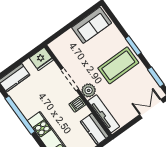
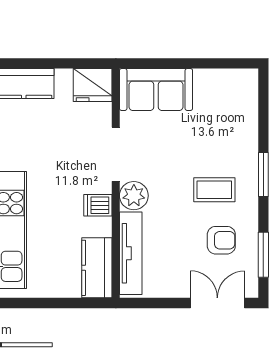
sofa: (92, 25) -> (156, 89), moved
coffee table: (118, 65) -> (214, 190), width x0.54, depth x0.58
armchair: (135, 83) -> (221, 240), added

